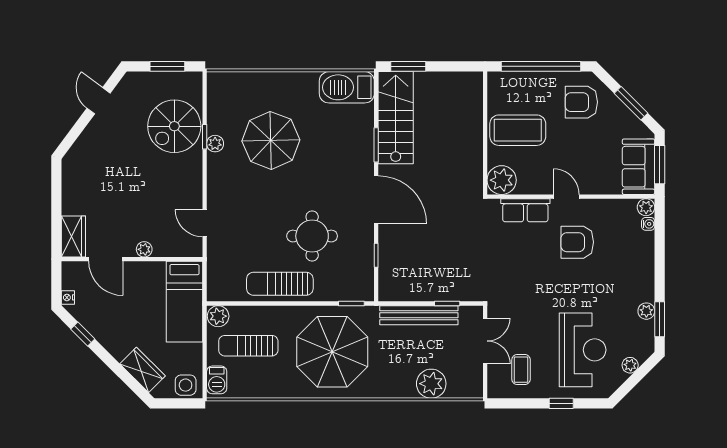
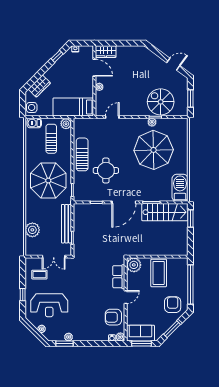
parasol: (271, 140) -> (154, 150), width x1.36, depth x1.36
armchair: (577, 242) -> (113, 317), moved, turned -90
door: (106, 259) -> (94, 68), swing flipped

